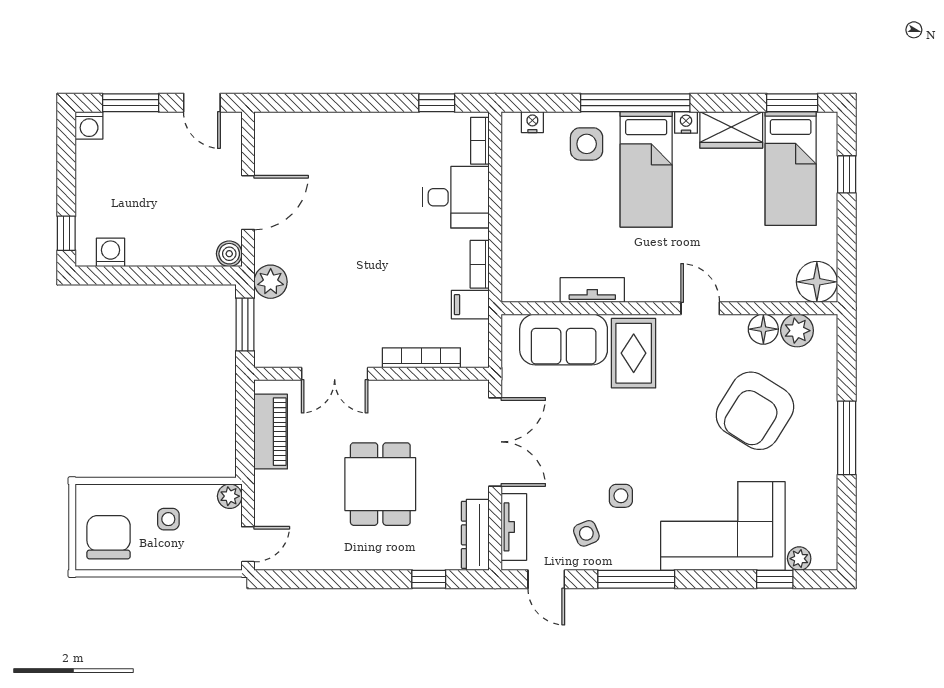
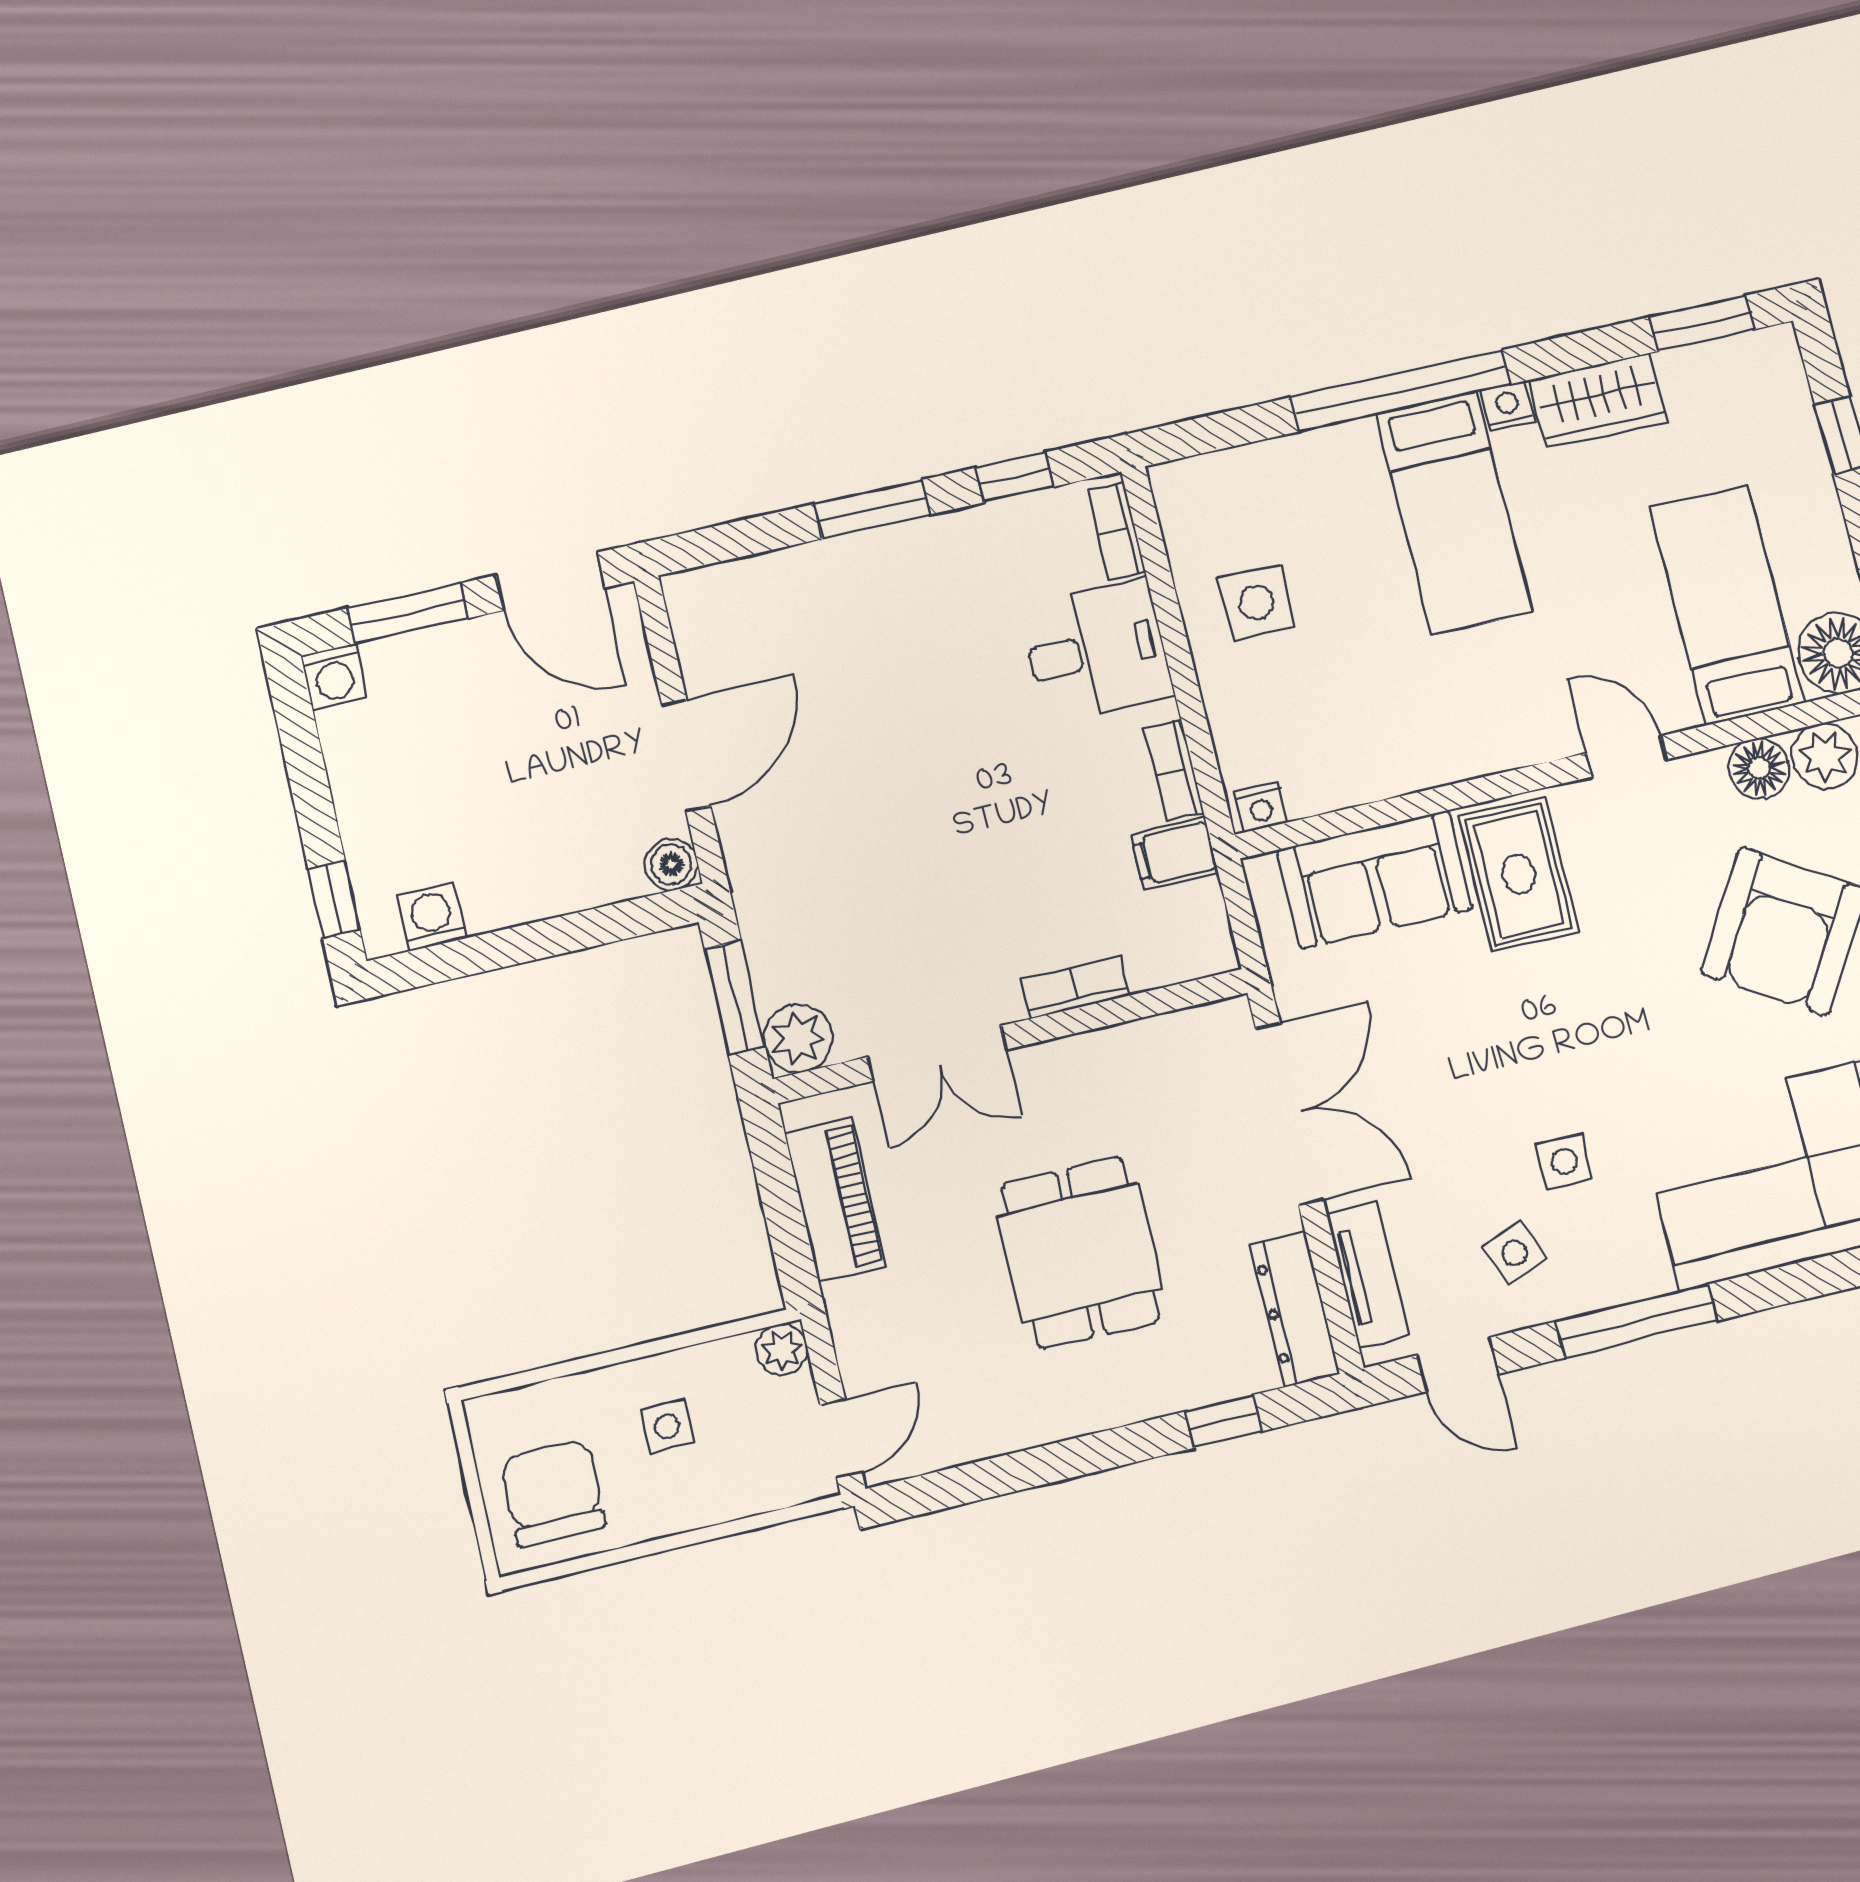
door: (202, 103) -> (550, 581), width x1.38
window: (364, 103) -> (872, 509), added
nightstand: (532, 122) -> (1261, 807), moved, turned 180
side table: (587, 144) -> (1256, 603), moved
bed: (791, 168) -> (1727, 605), moved, turned 180
plant: (271, 282) -> (798, 1038), moved
tv unit: (592, 290) -> (1407, 770), removed
bookcase: (421, 358) -> (1075, 988), width x0.64

